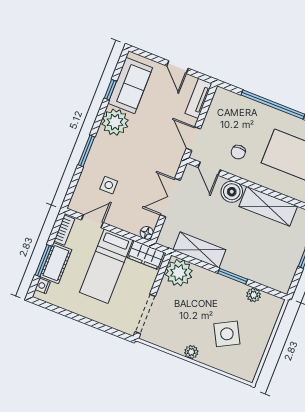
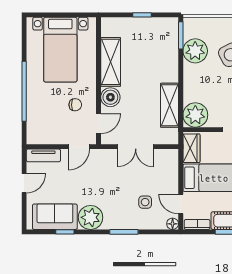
floor lamp: (147, 233) -> (173, 224), moved
window: (233, 276) -> (181, 35), moved
plant: (254, 295) -> (195, 51), width x1.87, depth x1.87

